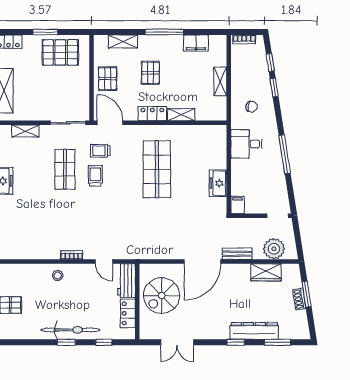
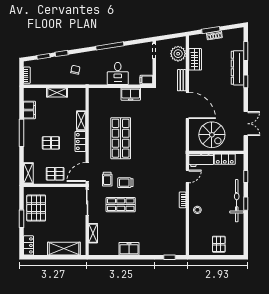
shelving: (123, 41) -> (28, 173), moved
desk: (246, 144) -> (118, 73), moved
shop shelf: (157, 169) -> (121, 138), turned 90

